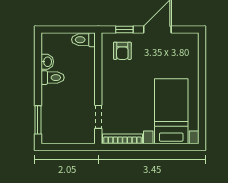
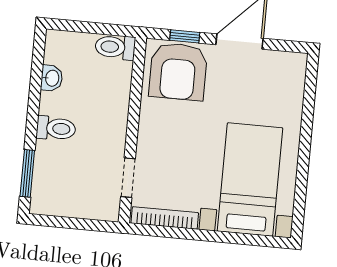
armchair: (122, 51) -> (178, 71), width x1.88, depth x1.88
toilet: (53, 78) -> (56, 128), moved

